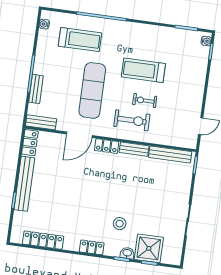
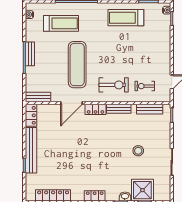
treadmill: (143, 70) -> (126, 18), moved
bench: (36, 89) -> (30, 54), moved
exercise bike: (145, 100) -> (145, 86), moved
bench: (170, 154) -> (150, 109), width x0.73
stool: (120, 224) -> (138, 151), moved

